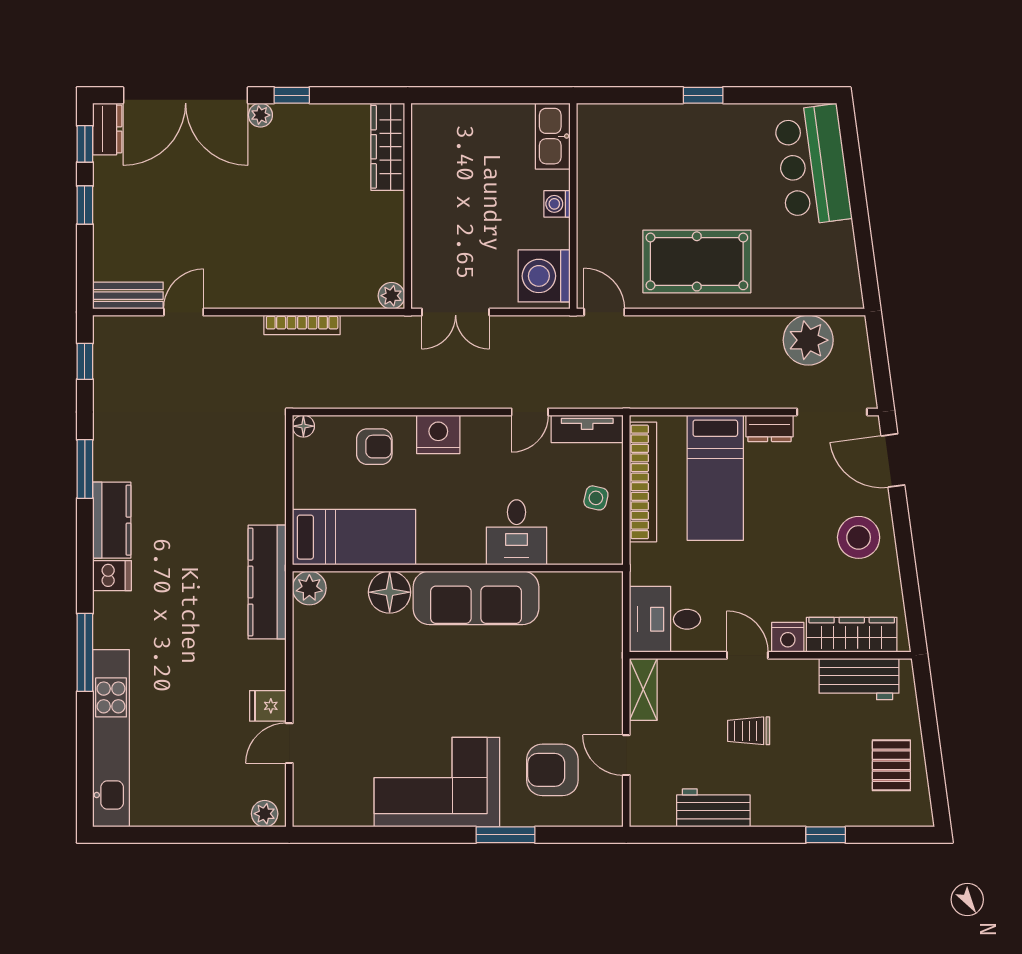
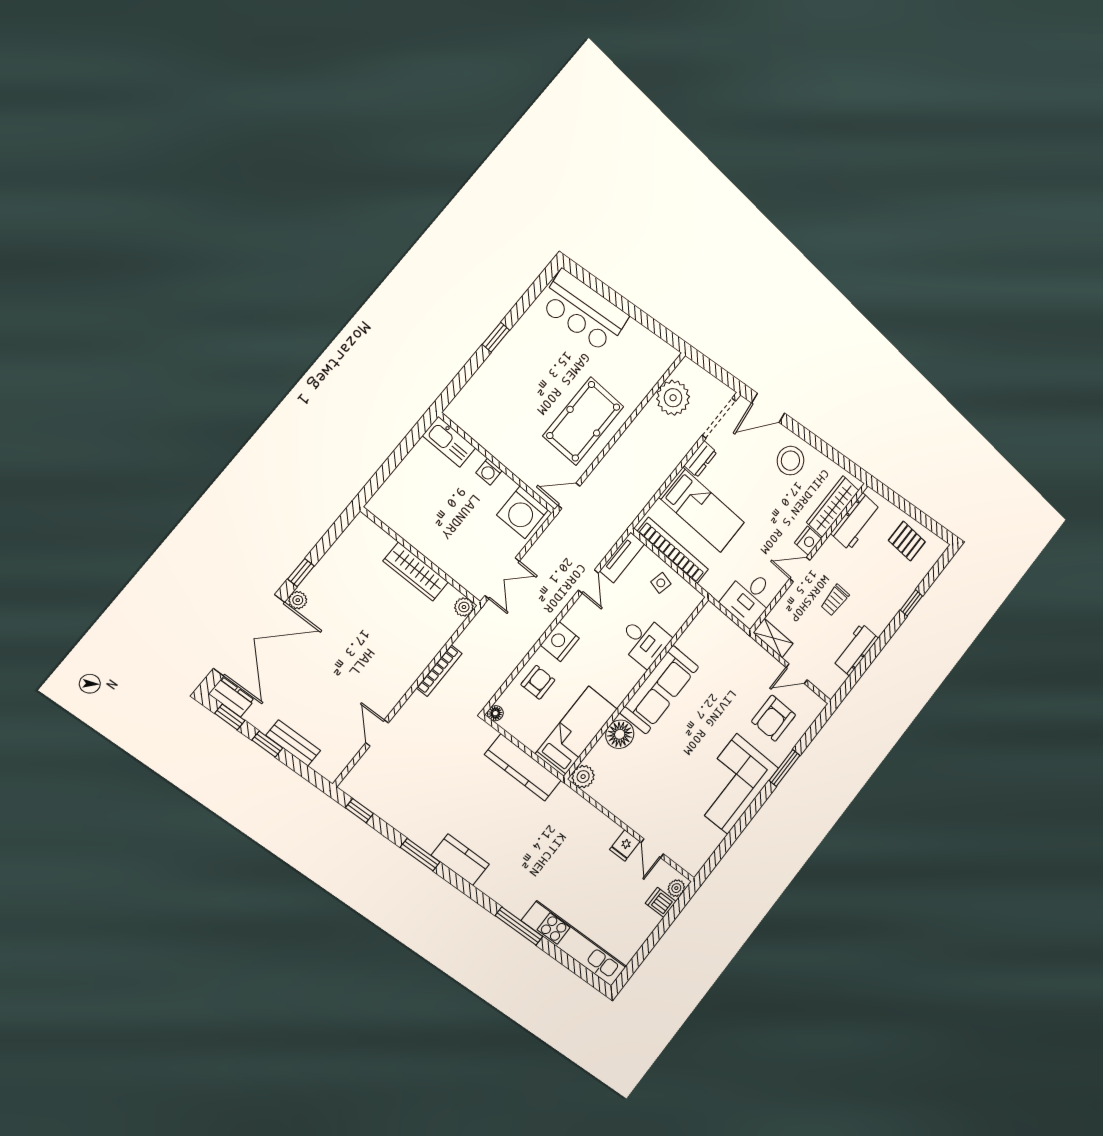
wardrobe: (388, 147) -> (416, 572), moved
bench: (128, 296) -> (293, 743), moved, turned 90
dishwasher: (112, 576) -> (661, 902), moved, turned -90
kitchen counter: (267, 582) -> (523, 767), moved

